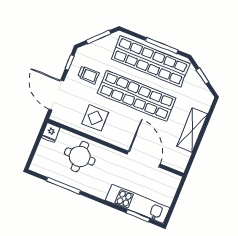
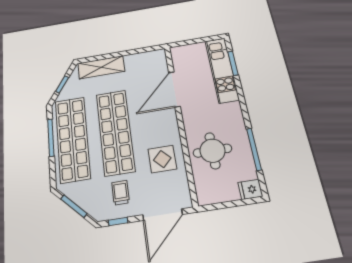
shelving: (192, 130) -> (101, 67), moved
fridge: (51, 133) -> (250, 189), moved, turned 180

